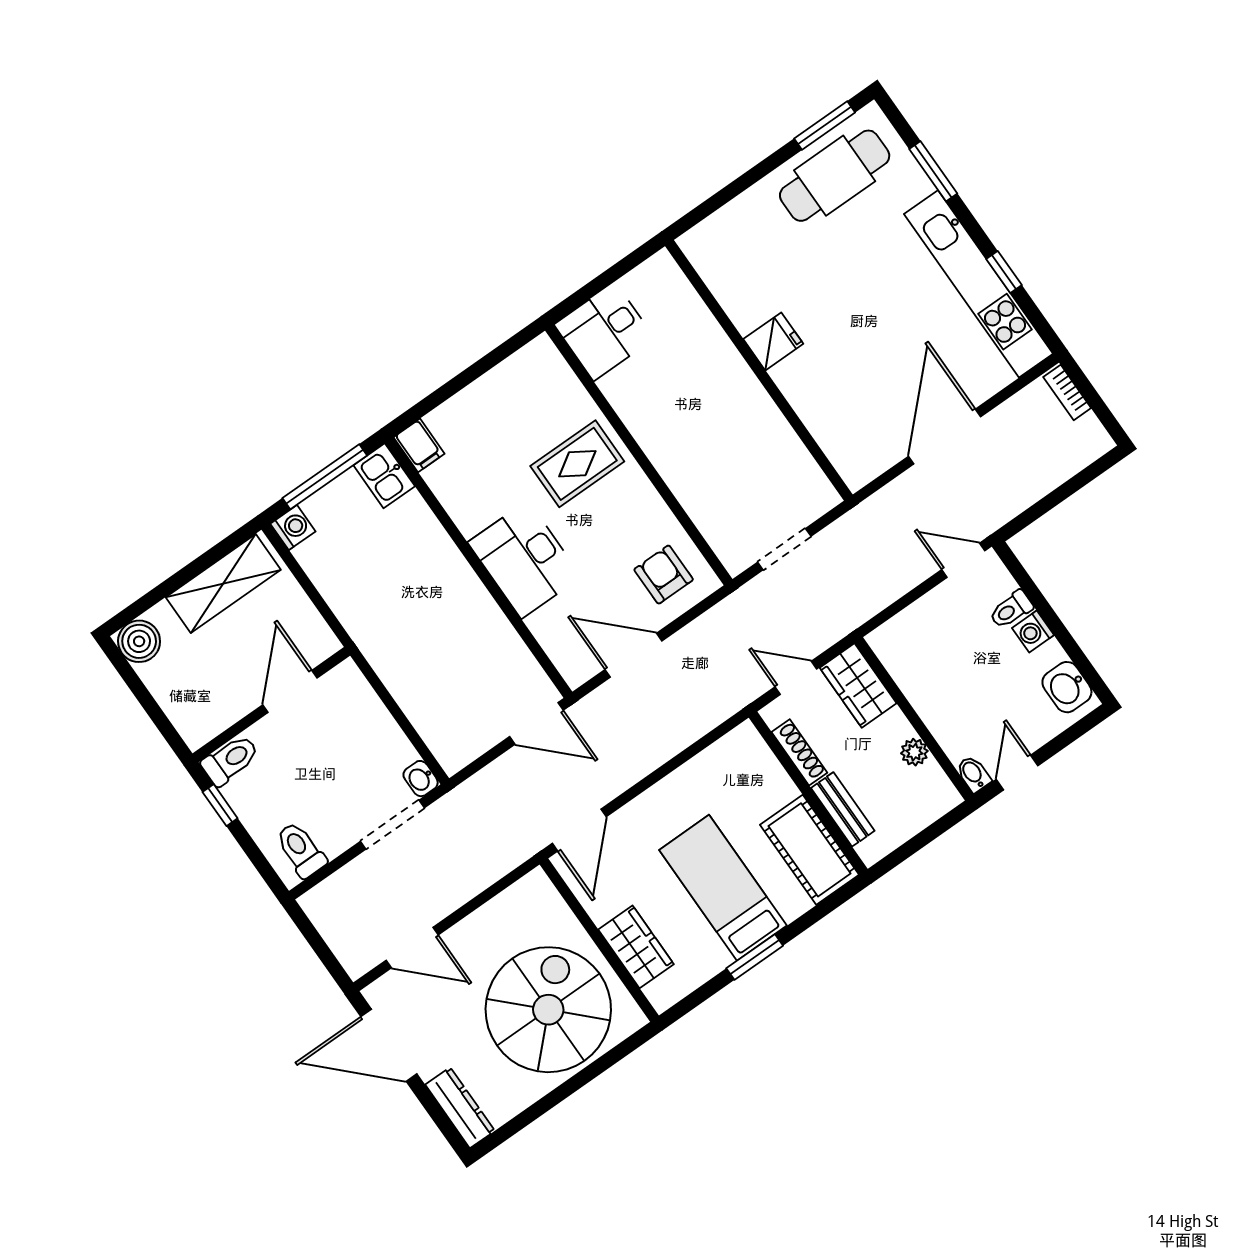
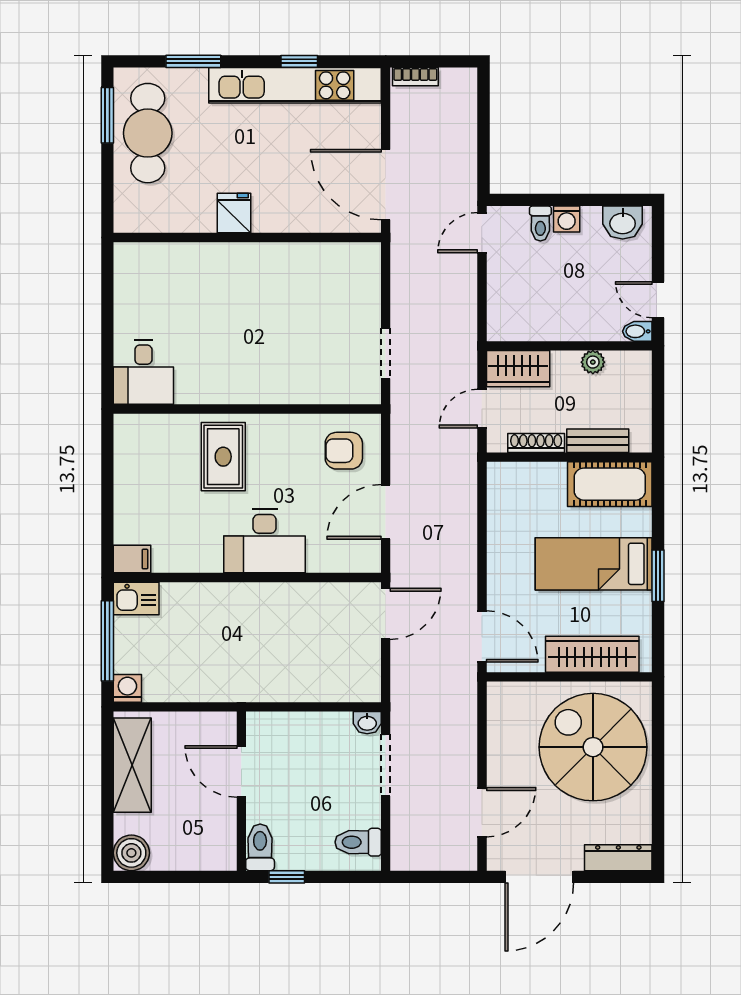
fridge: (773, 341) -> (234, 213), moved
wall: (759, 370) -> (247, 237), moved
wardrobe: (636, 947) -> (592, 654), width x1.50

